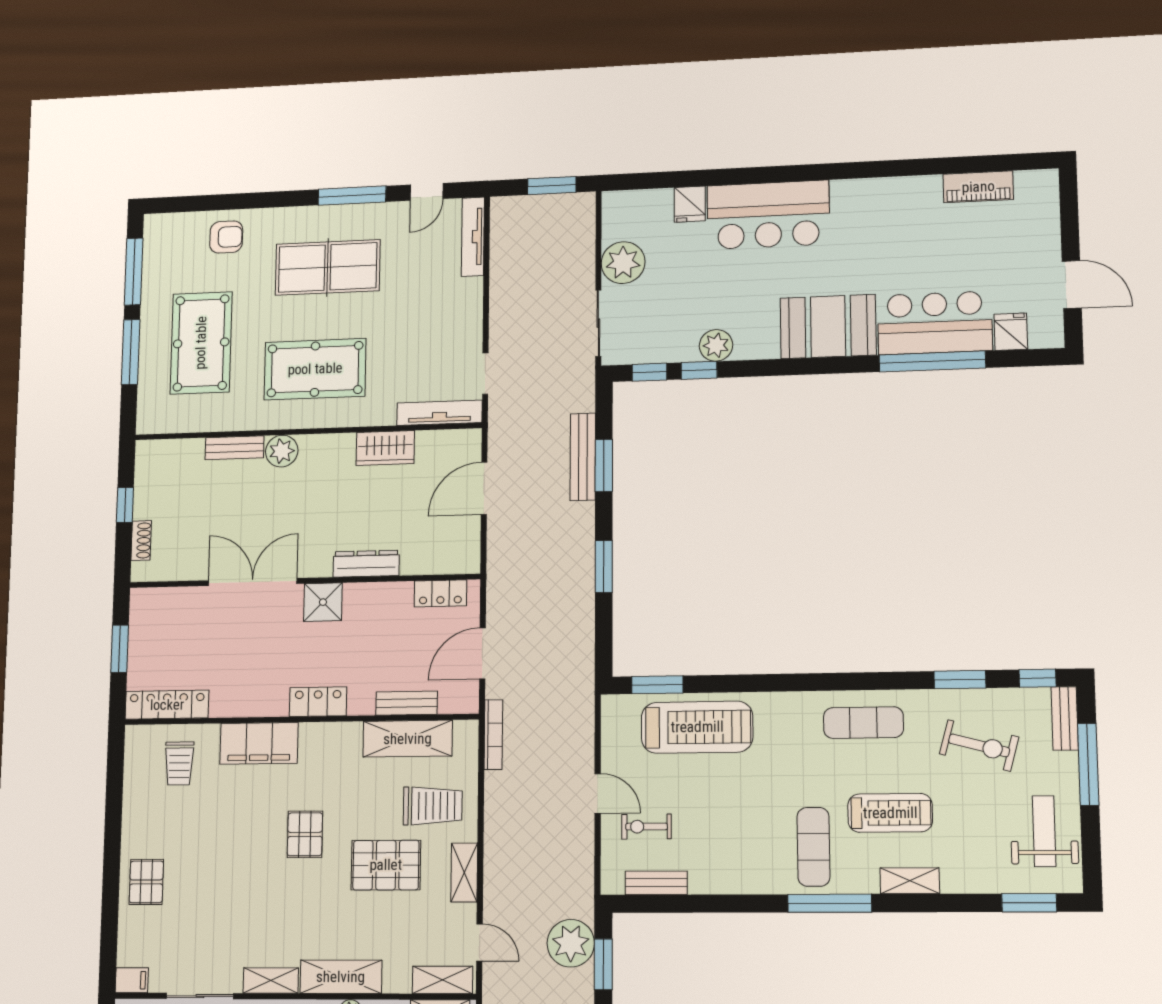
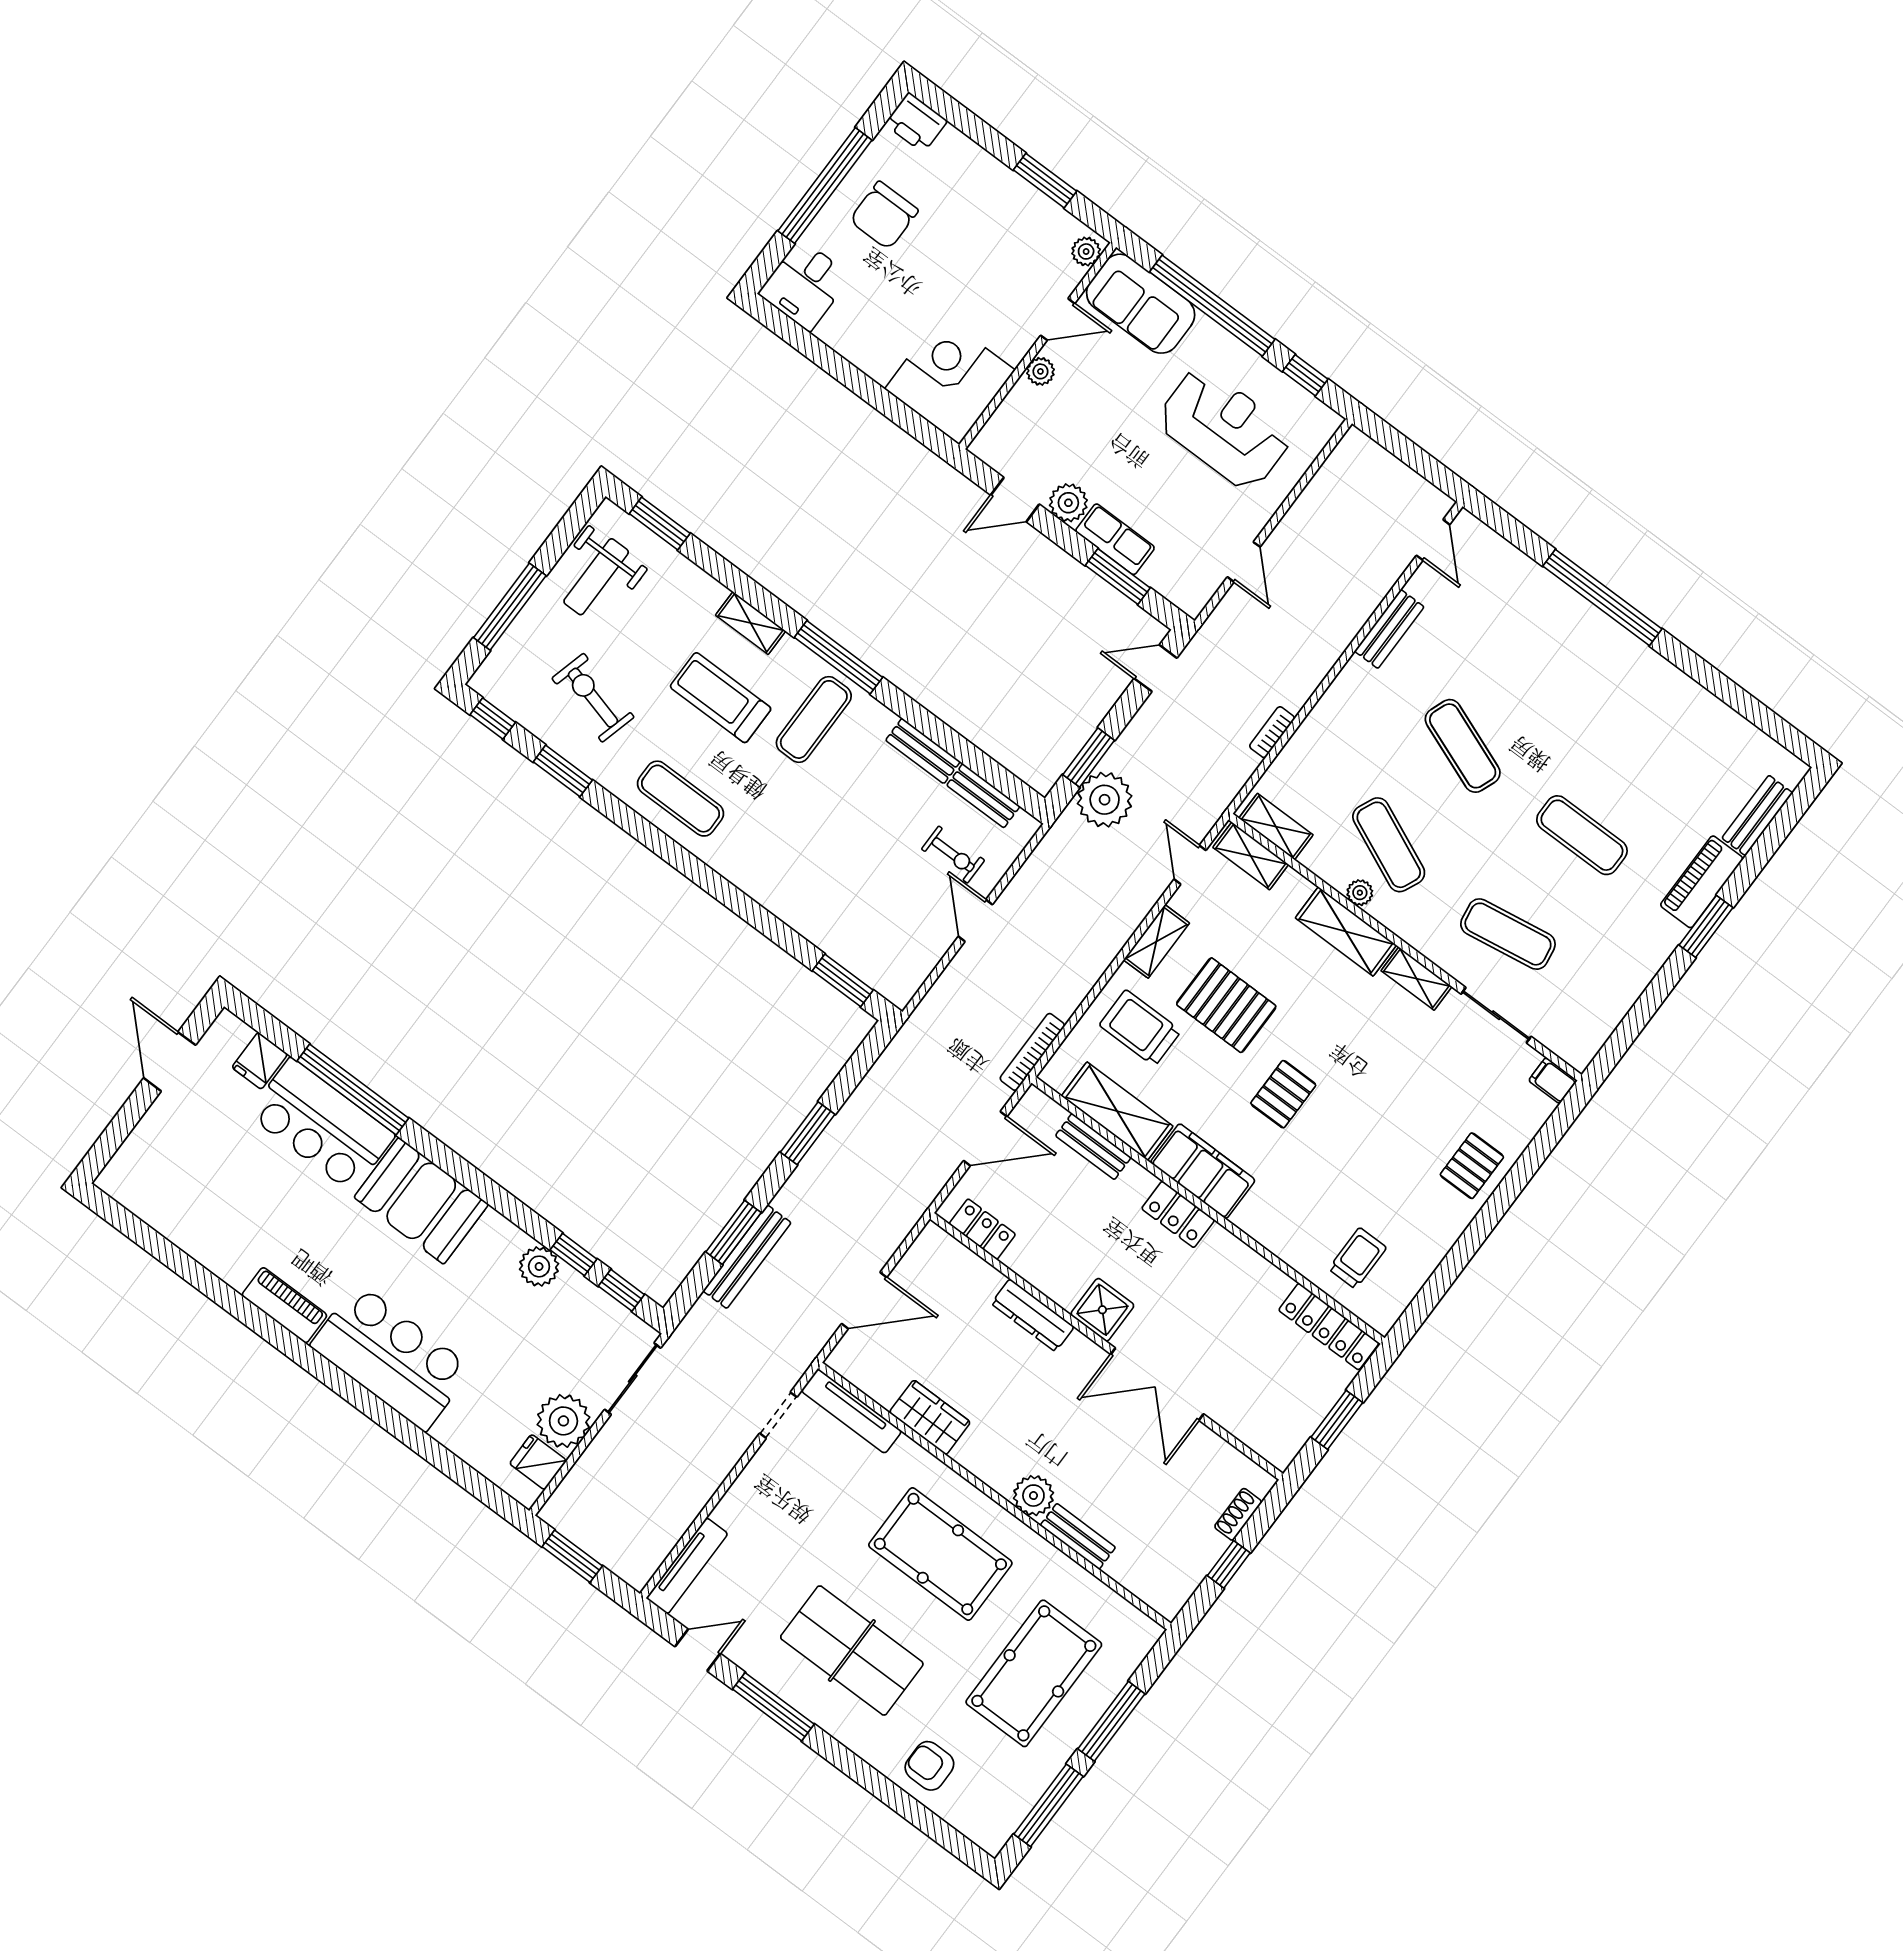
piano: (978, 187) -> (284, 1305), moved
fridge: (690, 204) -> (538, 1462), moved, turned -90
bench: (1065, 718) -> (923, 751), moved, turned 90
treadmill: (697, 727) -> (836, 912), removed
filing cabinet: (259, 743) -> (1203, 1171), moved

